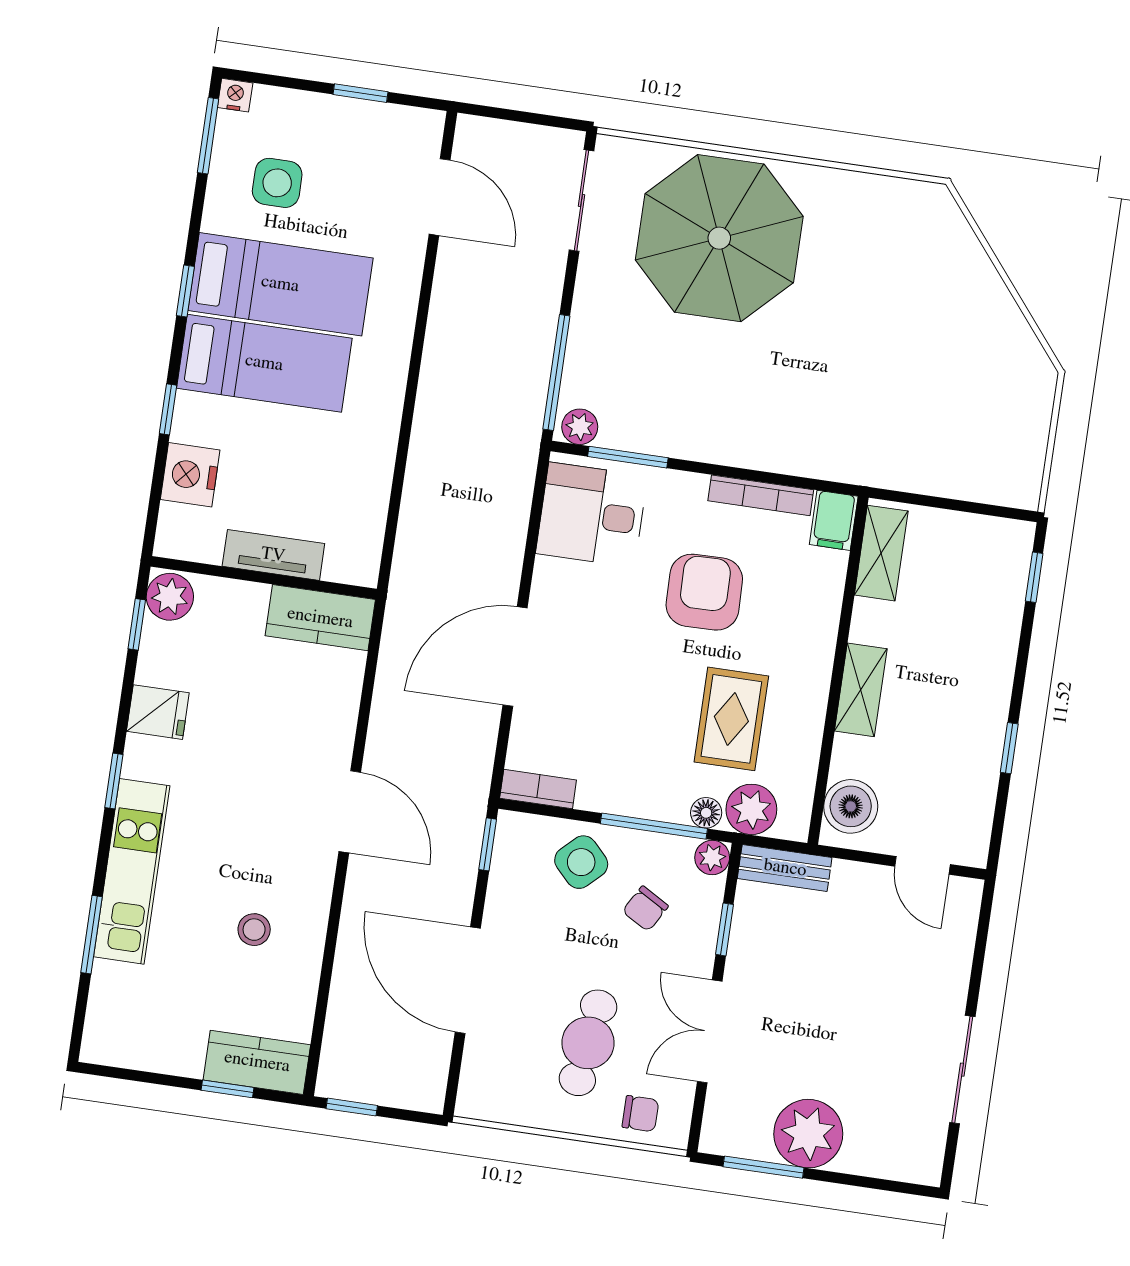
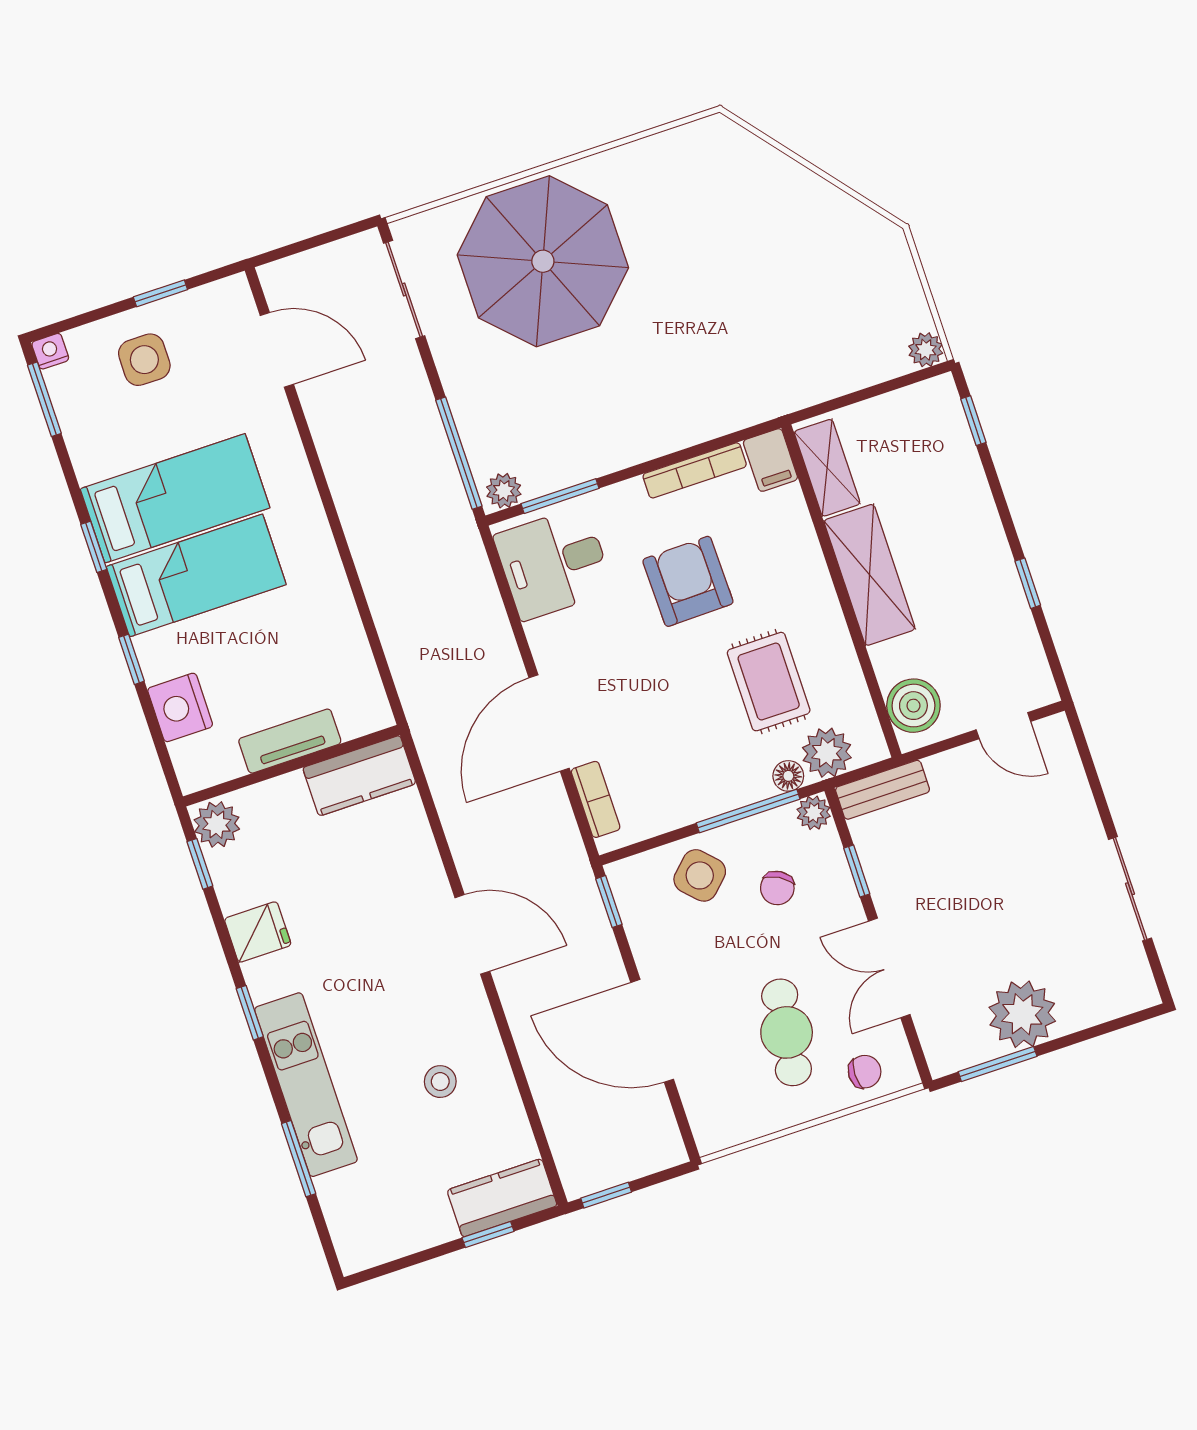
side table: (277, 183) -> (144, 360), moved
plant: (1023, 492) -> (926, 350), added
shelving: (861, 690) -> (870, 575), width x1.50, depth x1.33
bookcase: (538, 789) -> (596, 799), moved, turned 90

